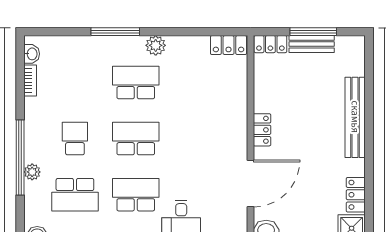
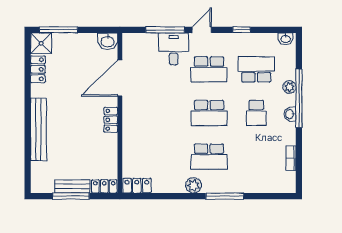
washbasin: (32, 54) -> (290, 114), moved

